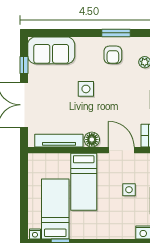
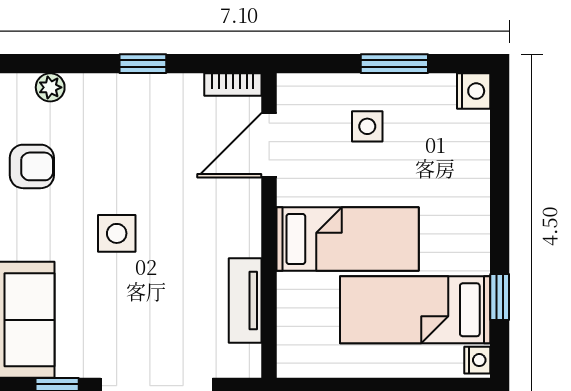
floor lamp: (92, 140) -> (243, 219), removed
tv unit: (59, 141) -> (245, 301), width x0.71

